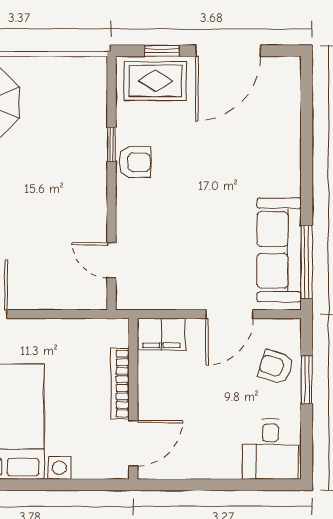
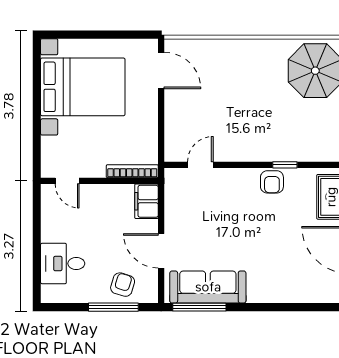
window: (307, 380) -> (113, 307), width x1.44
bookcase: (120, 384) -> (132, 171), moved
door: (133, 443) -> (67, 181), width x0.73
desk: (271, 449) -> (63, 264), moved

